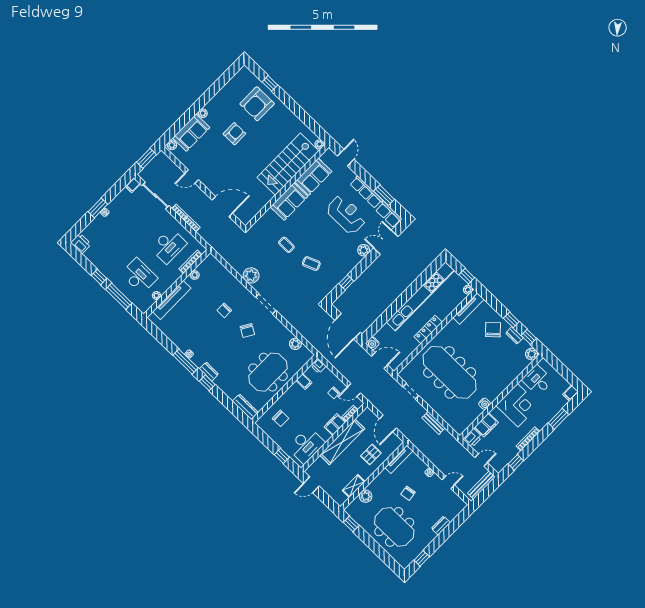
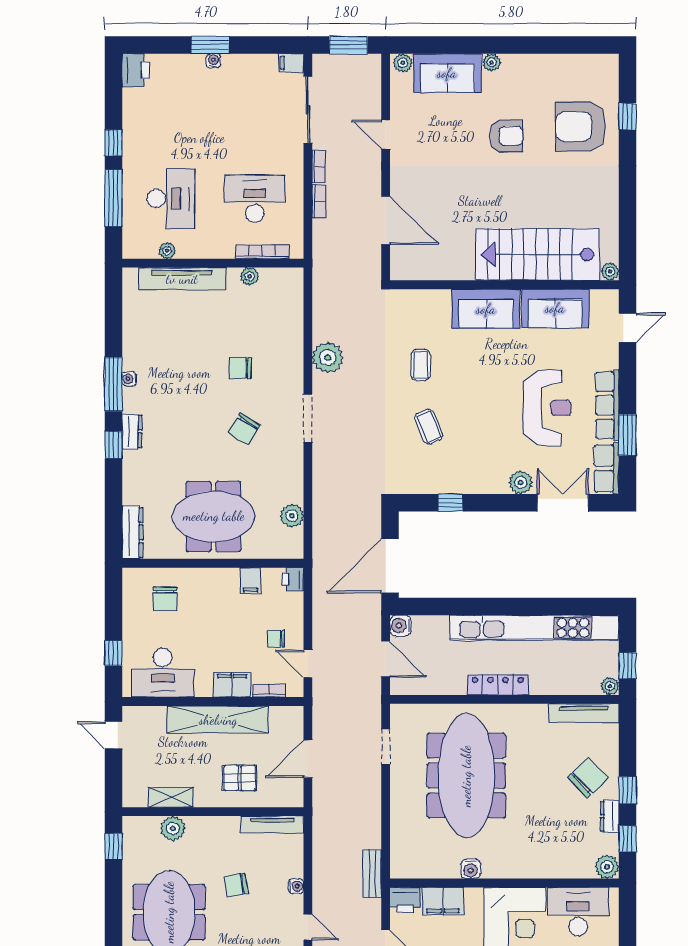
desk: (169, 246) -> (255, 199), turned 180
desk: (537, 380) -> (578, 911), width x1.37
bench: (434, 423) -> (372, 874), moved

